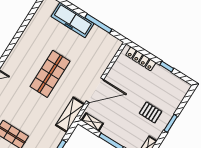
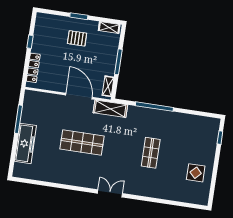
pallet: (150, 112) -> (77, 38), turned 90

